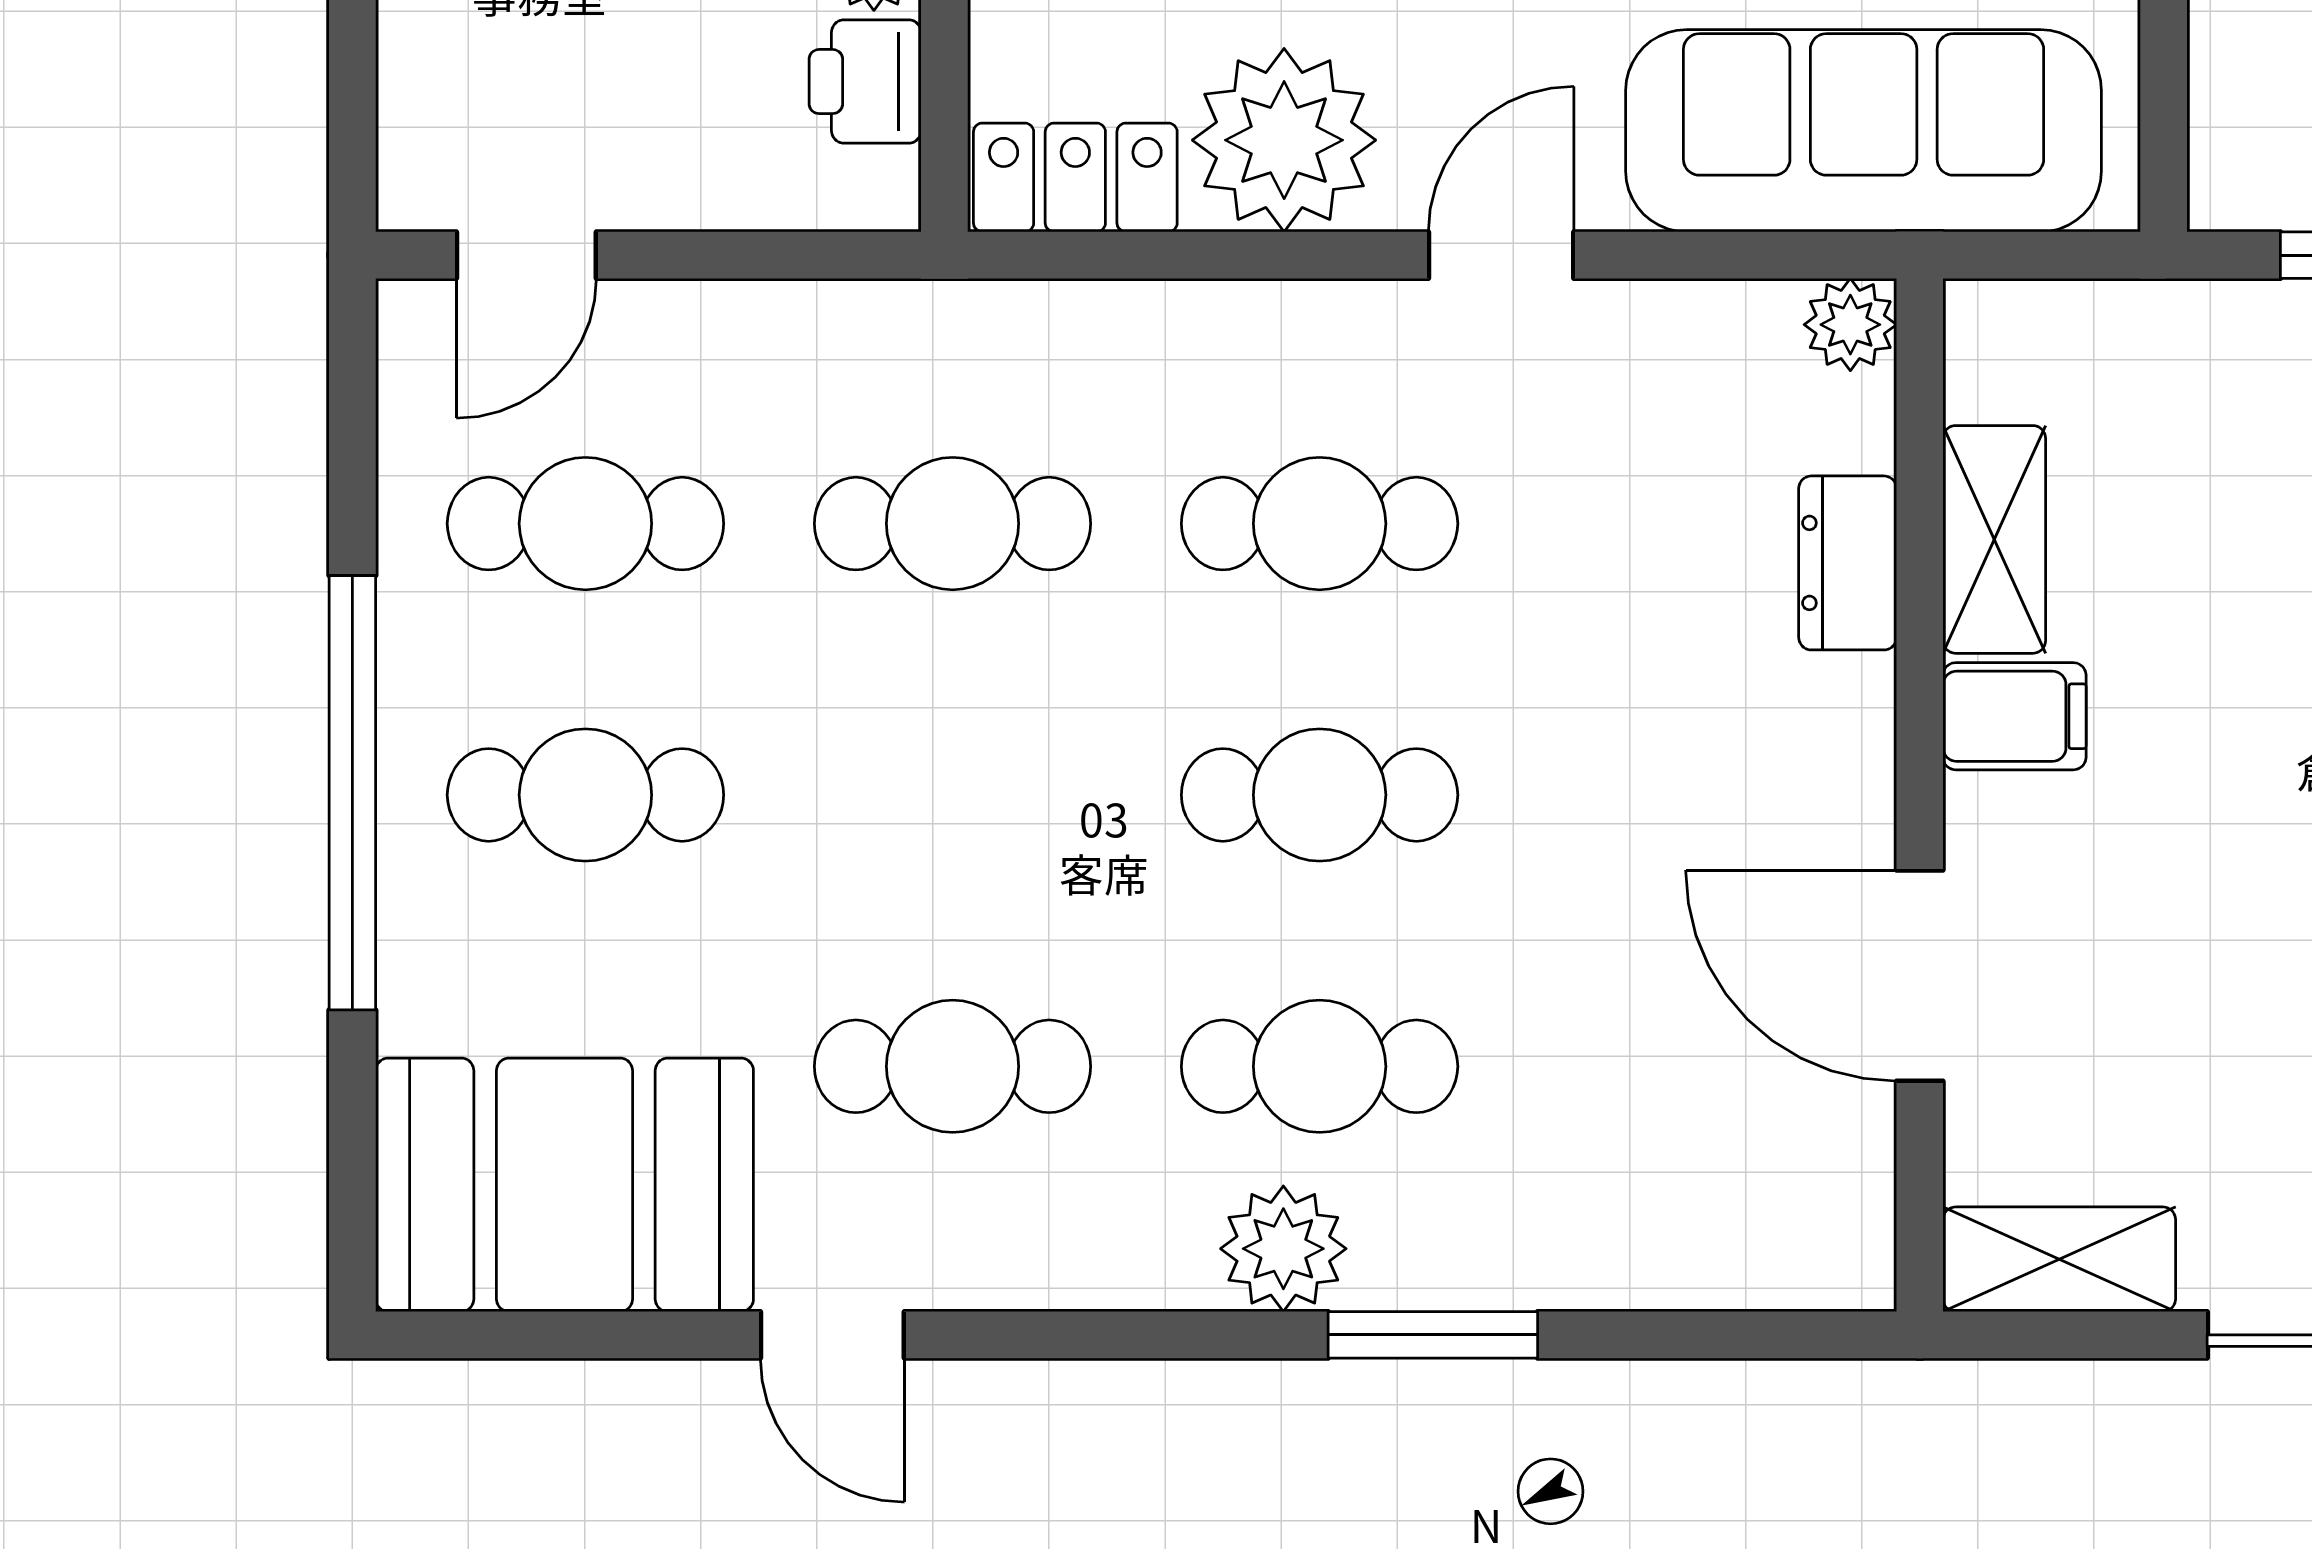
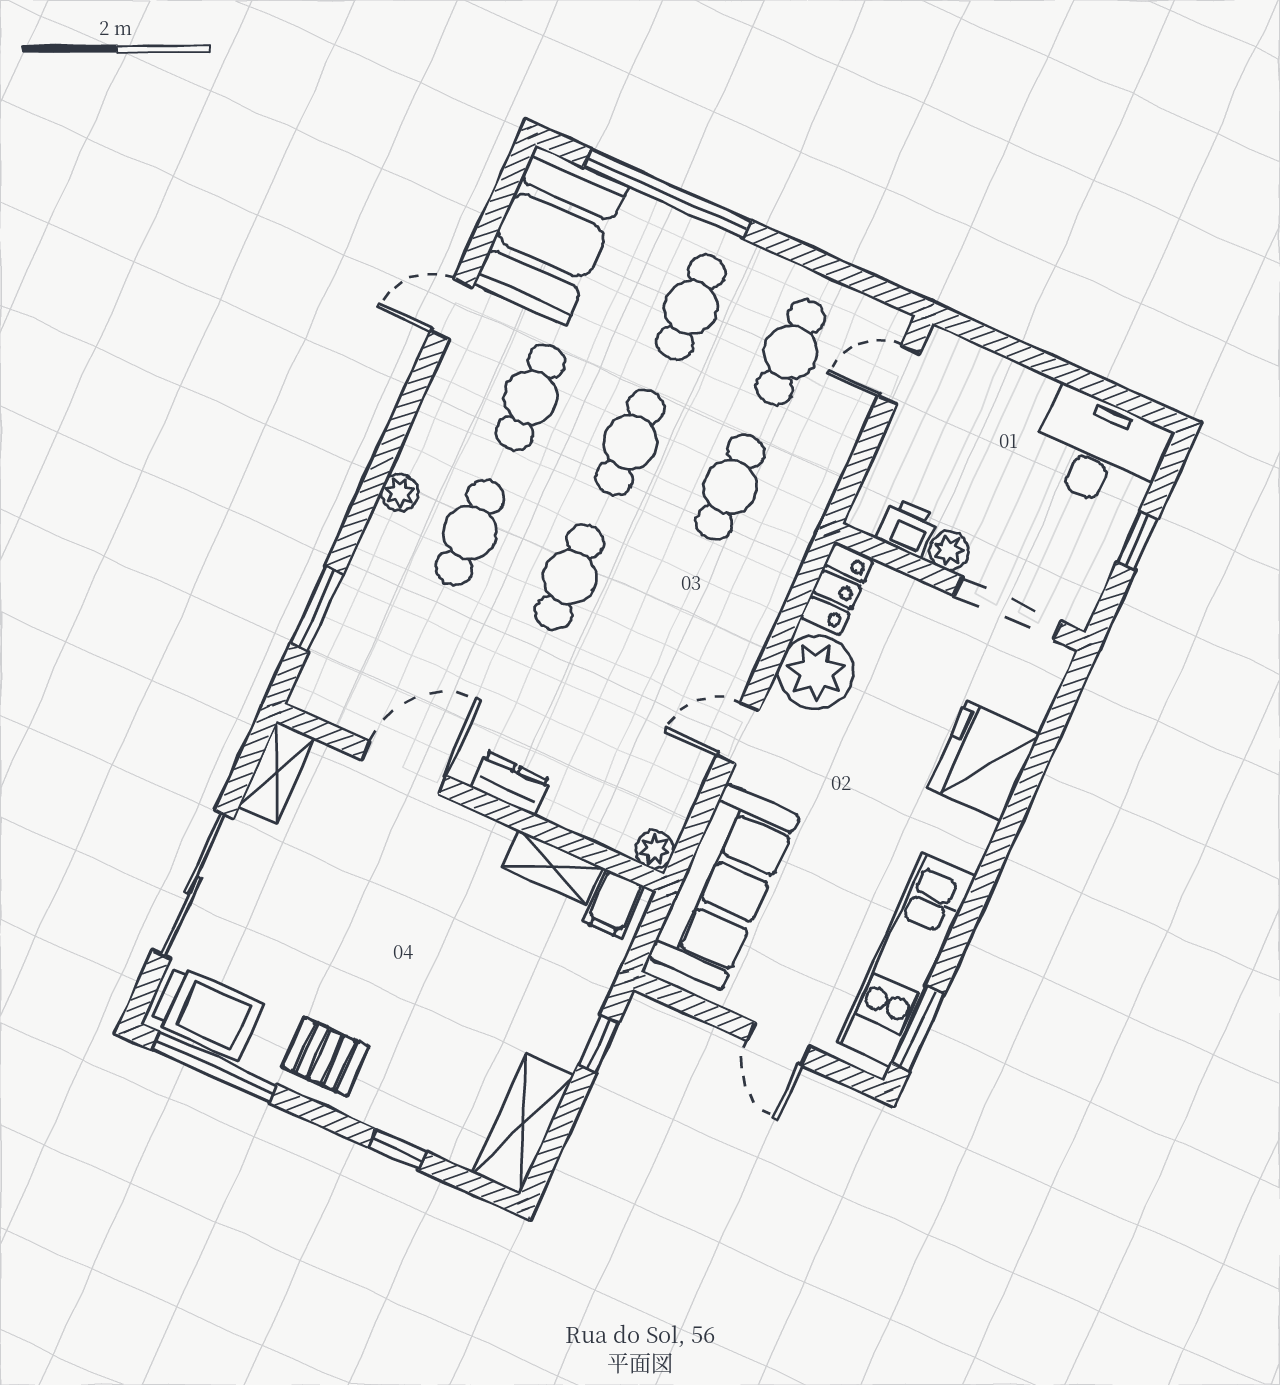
door: (526, 255) -> (899, 375), hinge flipped
door: (1501, 255) -> (738, 733), swing flipped
cafe table: (1320, 524) -> (630, 442), moved
dresser: (1848, 563) -> (510, 784), moved
filing cabinet: (2015, 716) -> (614, 904), moved
window: (352, 793) -> (667, 194), moved
plant: (1283, 1249) -> (400, 492), width x0.73, depth x0.73
window: (1433, 1335) -> (317, 609), moved

